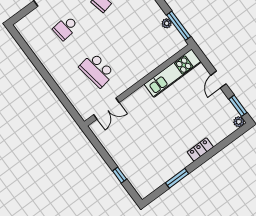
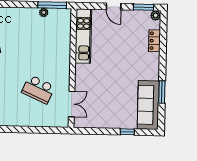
school desk: (97, 70) -> (38, 89), turned 33
locker: (200, 149) -> (154, 41), moved
sofa: (157, 175) -> (148, 105), added

